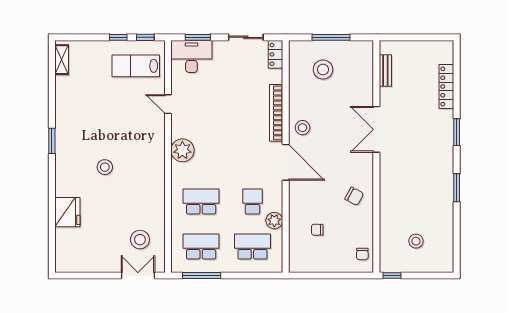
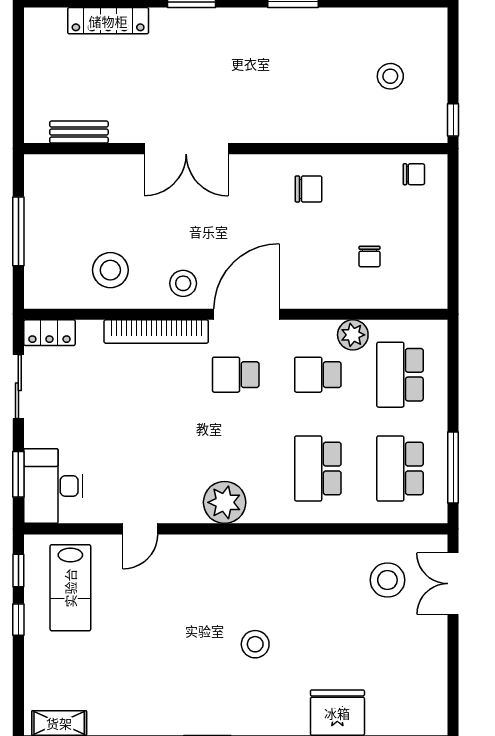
stool: (323, 69) -> (110, 270), moved
school desk: (252, 156) -> (236, 375), added
chair: (354, 196) -> (308, 189), turned 62

